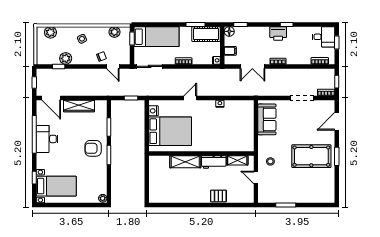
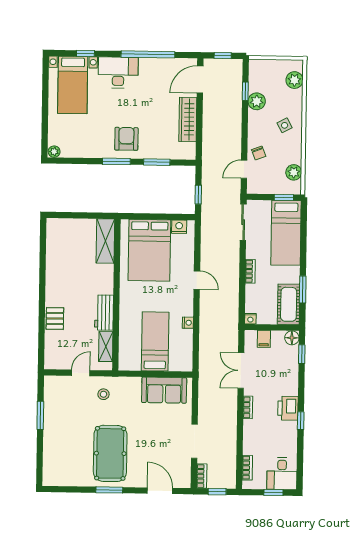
bed: (233, 126) -> (155, 341), added
desk: (47, 139) -> (118, 72), moved
shelving: (185, 162) -> (105, 241), moved

